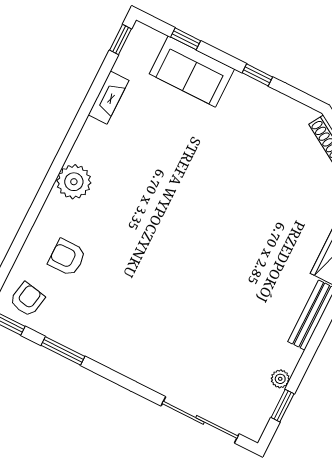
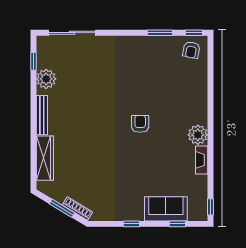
fireplace: (109, 98) -> (202, 160), moved
plant: (74, 182) -> (198, 135), moved
armchair: (67, 257) -> (140, 124), moved, turned -90
plant: (280, 379) -> (46, 79), width x1.87, depth x1.87

